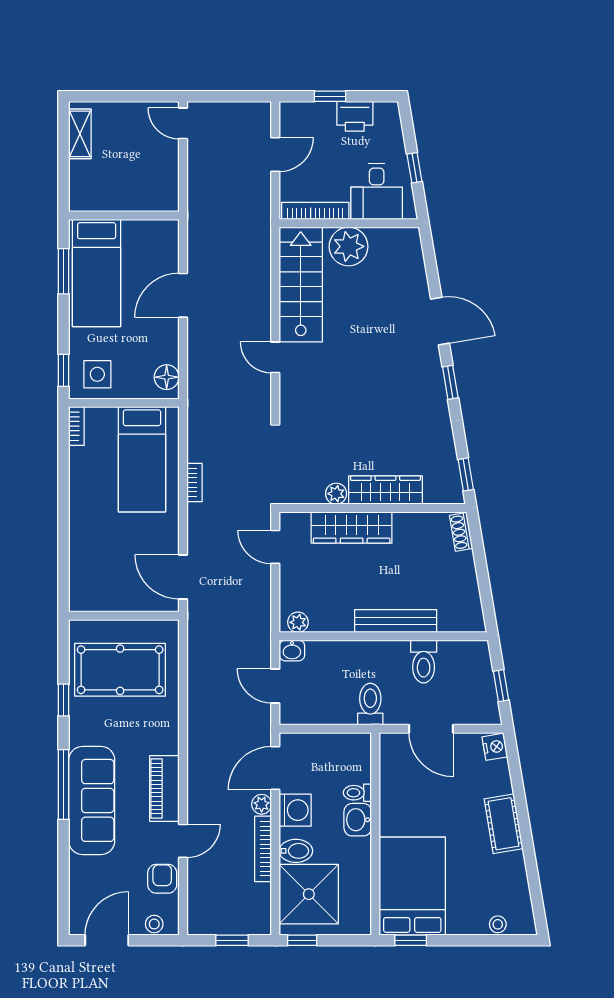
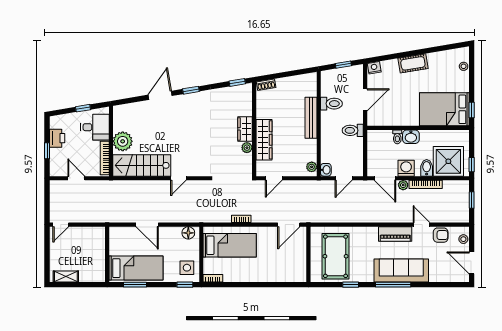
wardrobe: (385, 490) -> (245, 129), width x0.67
armchair: (162, 879) -> (441, 235), turned 180

